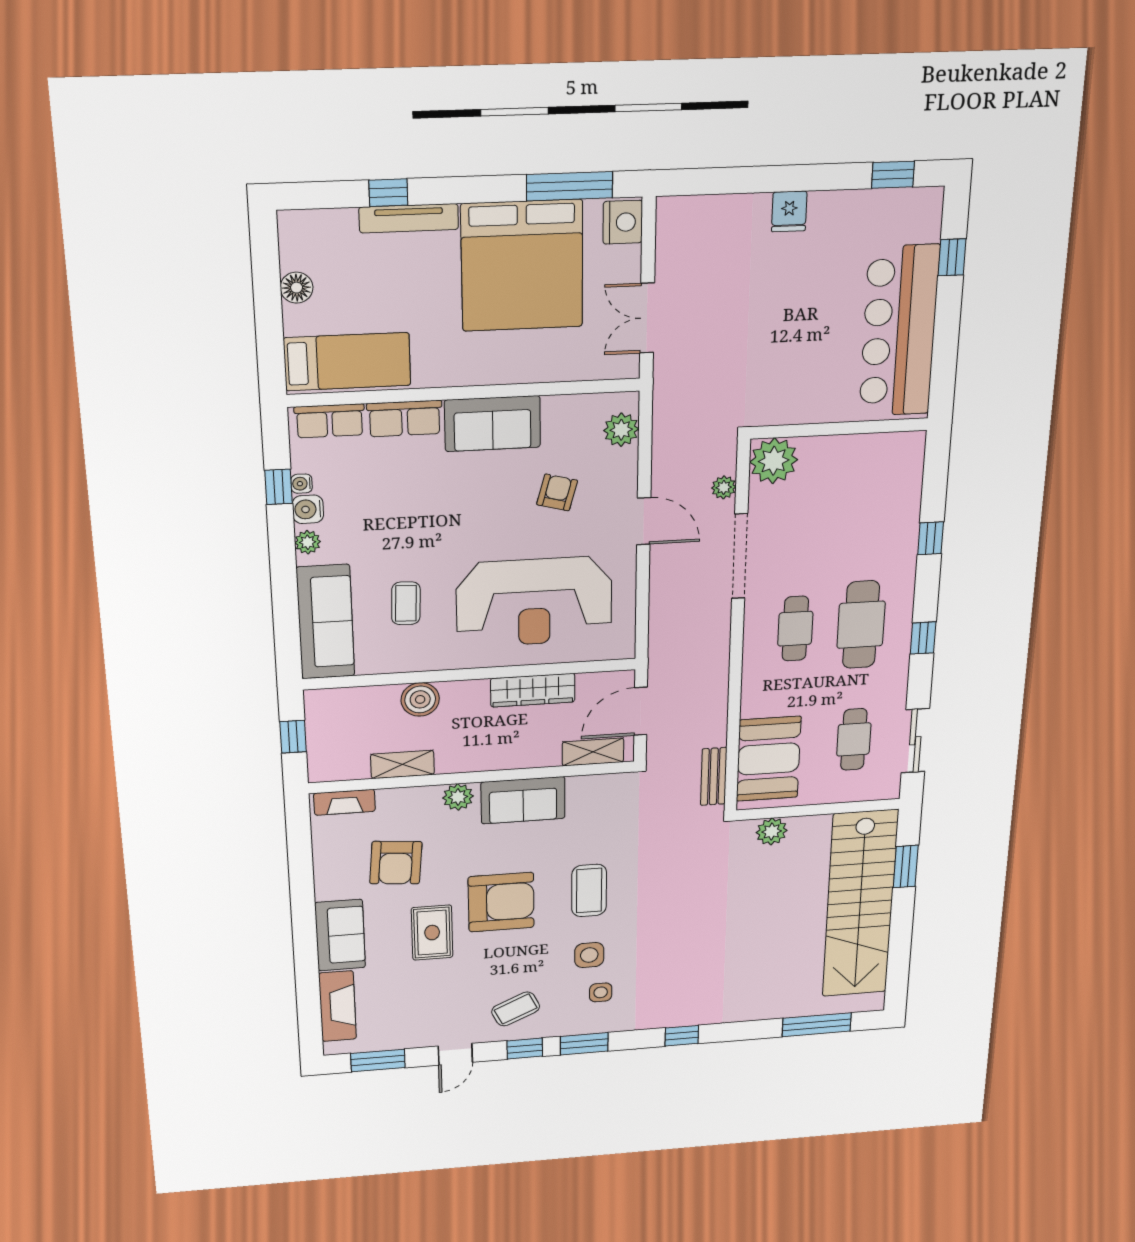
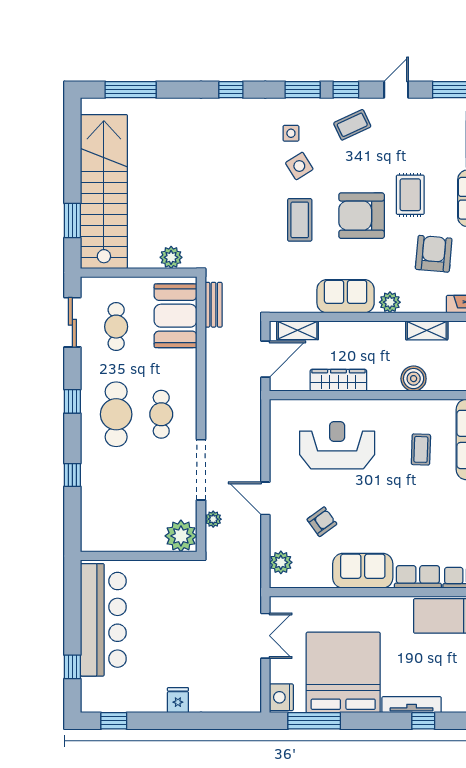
armchair: (557, 492) -> (322, 522), turned -141
reception desk: (534, 602) -> (337, 445), width x0.74, depth x0.77
side table: (589, 955) -> (299, 166), turned -32

